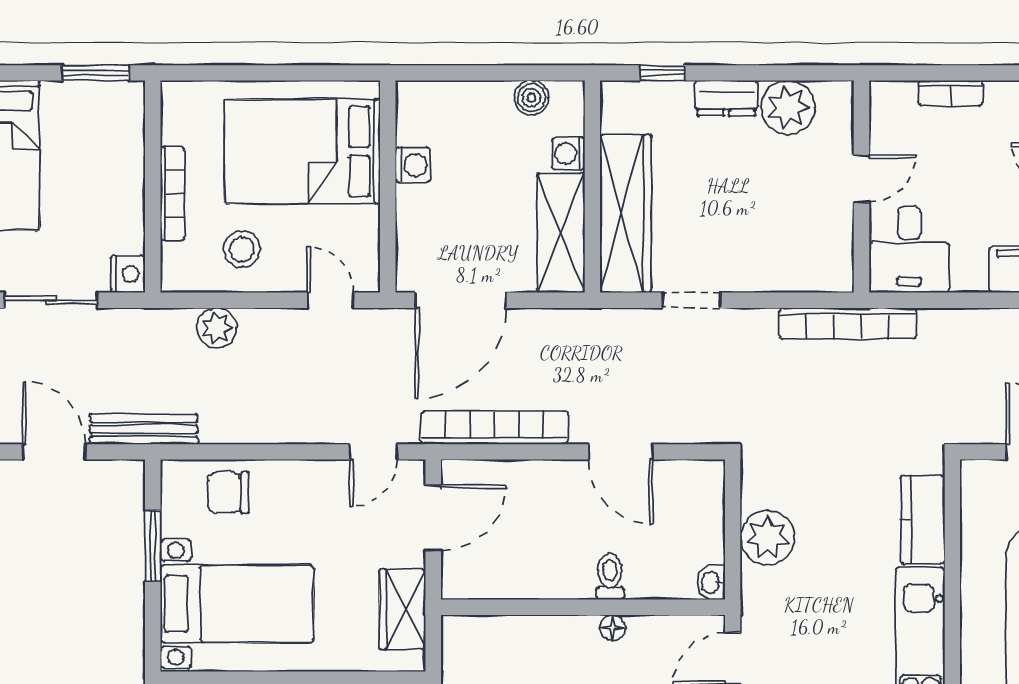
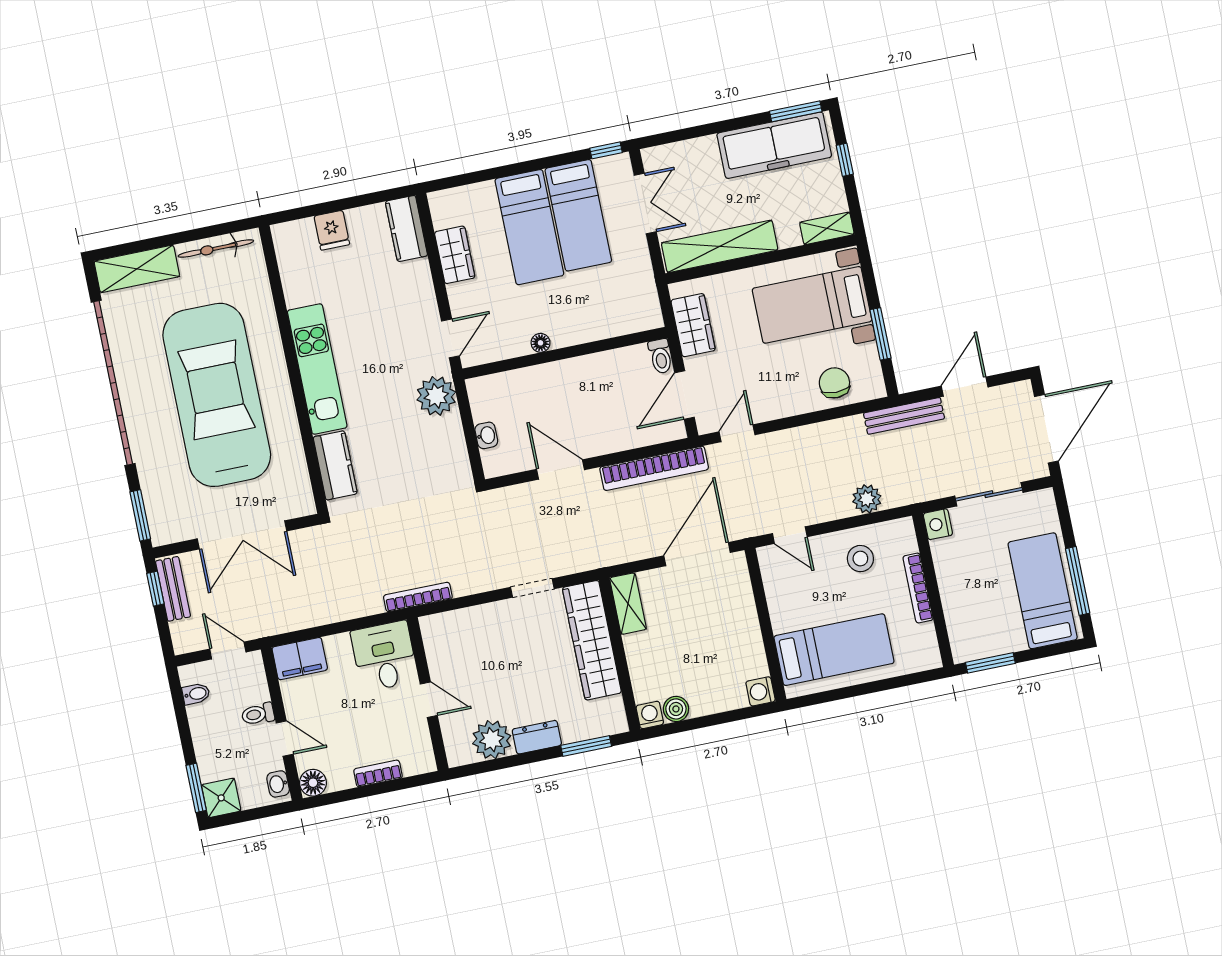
window: (663, 73) -> (586, 746), width x1.50
bed: (302, 151) -> (834, 650), width x0.67
washing machine: (568, 153) -> (650, 715), moved, turned -90
washing machine: (413, 165) -> (761, 691), moved
door: (861, 179) -> (429, 700), swing flipped
shelving: (561, 233) -> (628, 604), width x0.67, depth x0.75
bookcase: (848, 323) -> (418, 597), width x0.68, depth x0.76
door: (54, 452) -> (965, 387), swing flipped
chair: (228, 493) -> (834, 383), turned -90
plant: (768, 537) -> (436, 396), moved
toilet: (610, 577) -> (660, 356), moved
washbasin: (711, 582) -> (486, 435), moved

